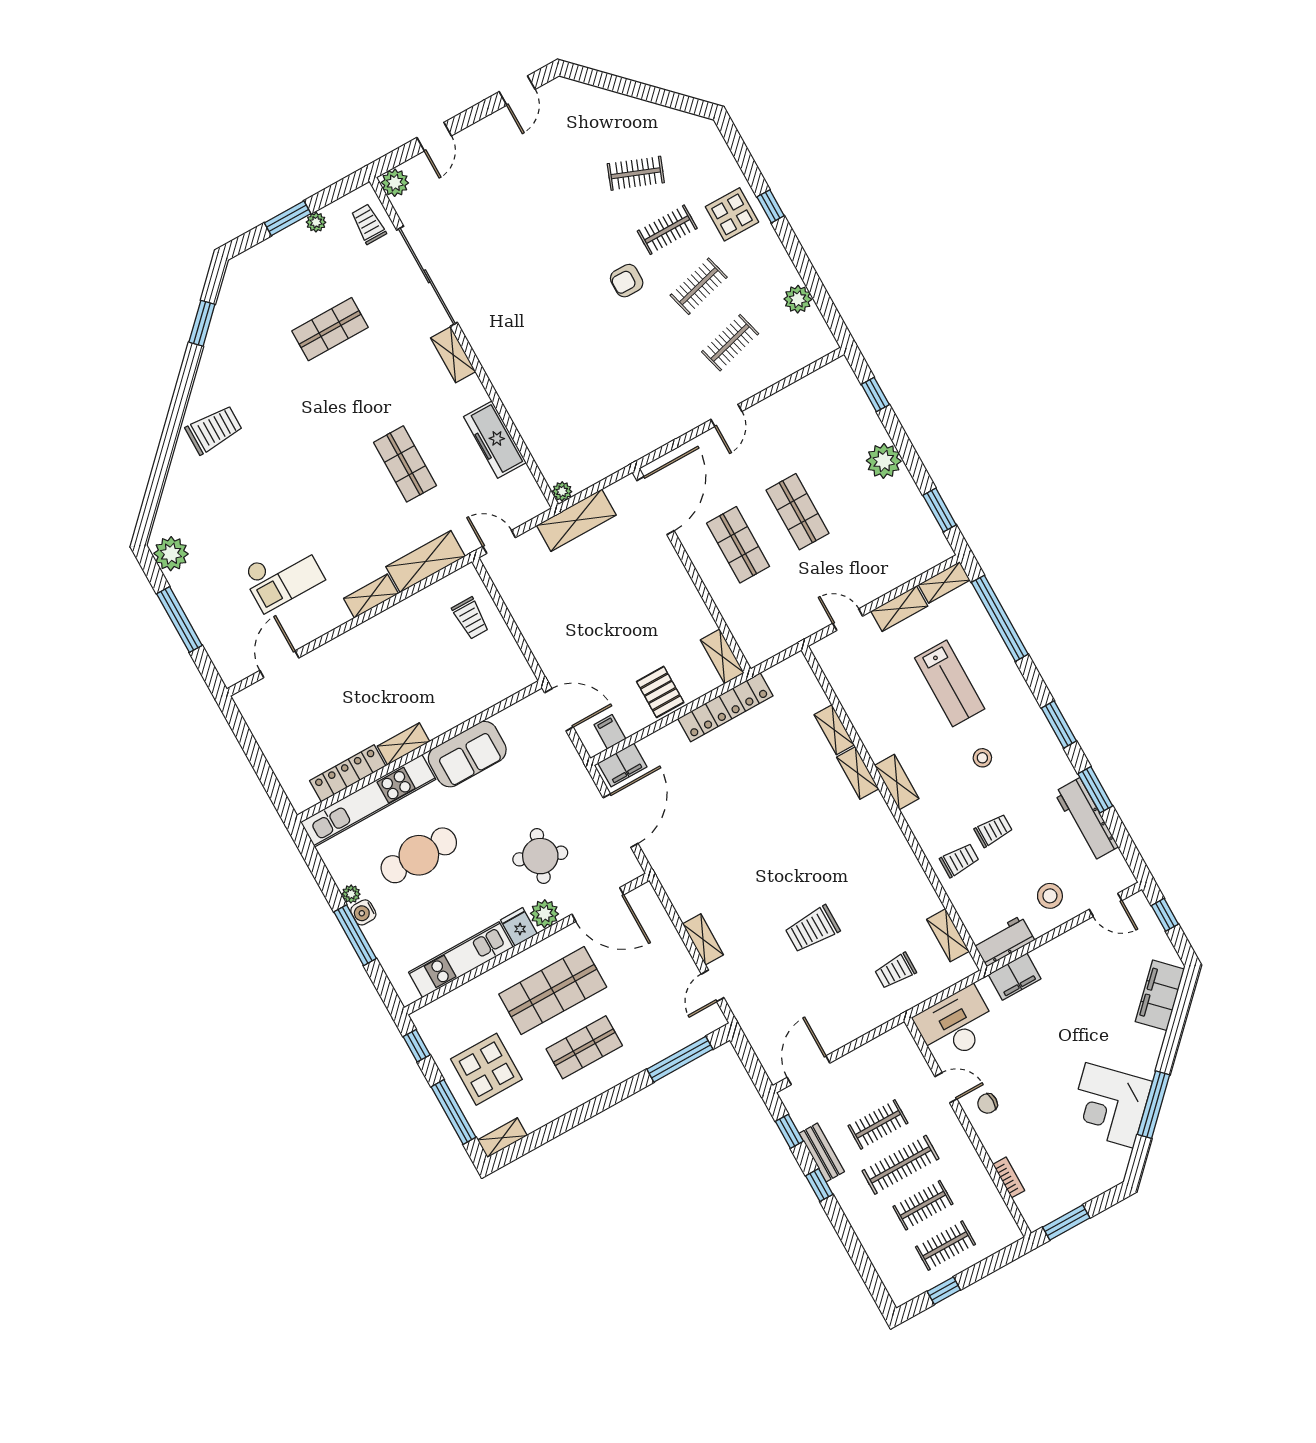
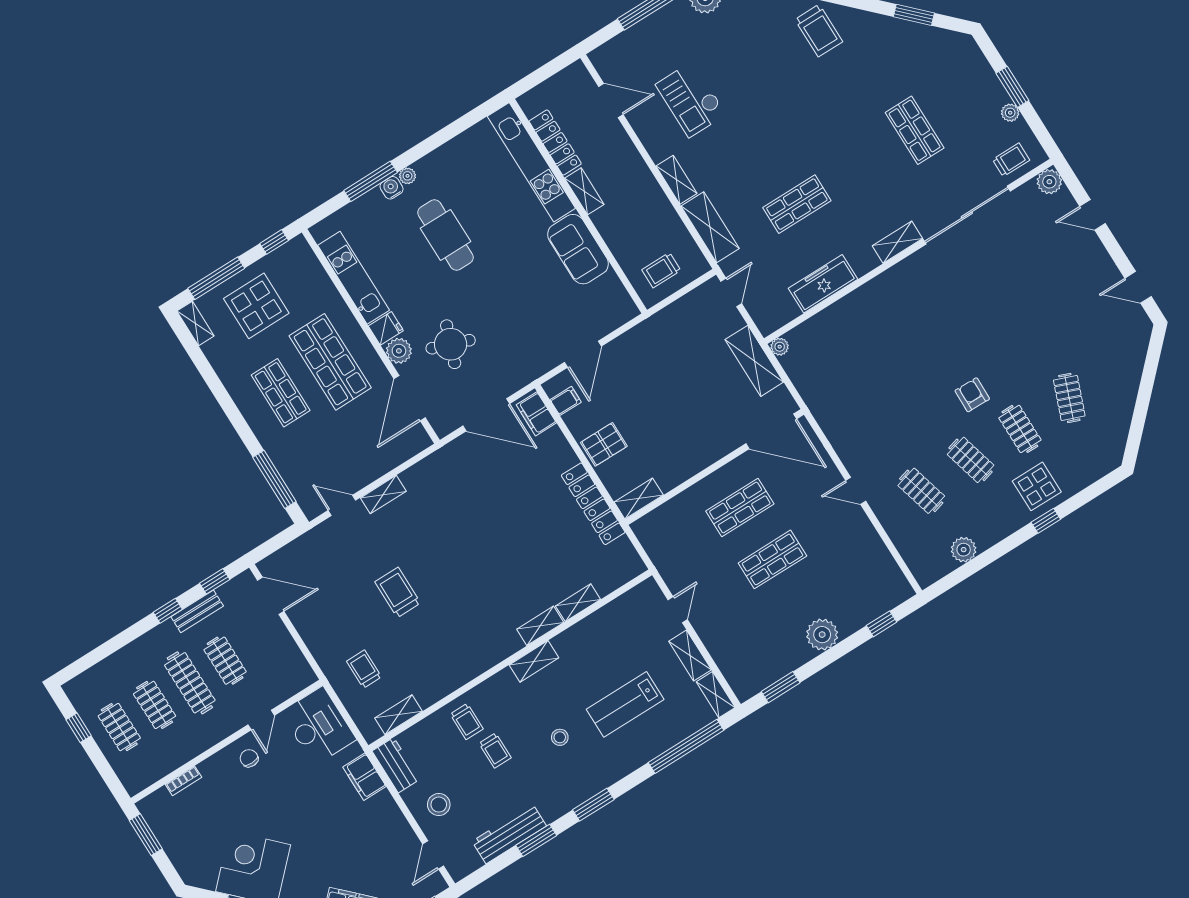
shelving: (403, 744) -> (584, 191), moved
wall: (420, 751) -> (578, 206), moved
sofa: (467, 754) -> (578, 249), moved
locker: (348, 773) -> (555, 143), moved
kitchen unit: (368, 801) -> (531, 162), moved

